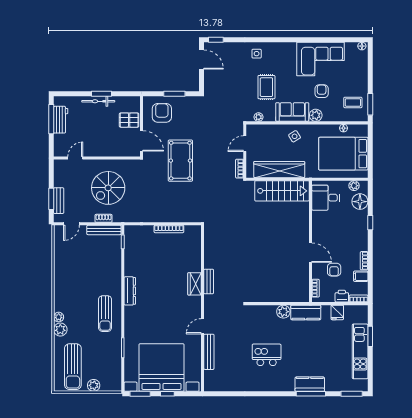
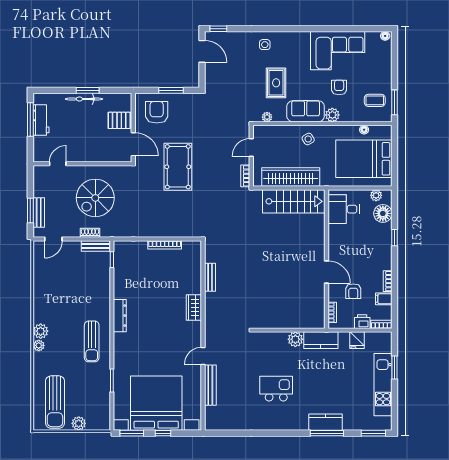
bench: (104, 230) -> (96, 246), width x0.73
bench: (209, 281) -> (210, 277), moved
plant: (60, 330) -> (41, 331), moved

